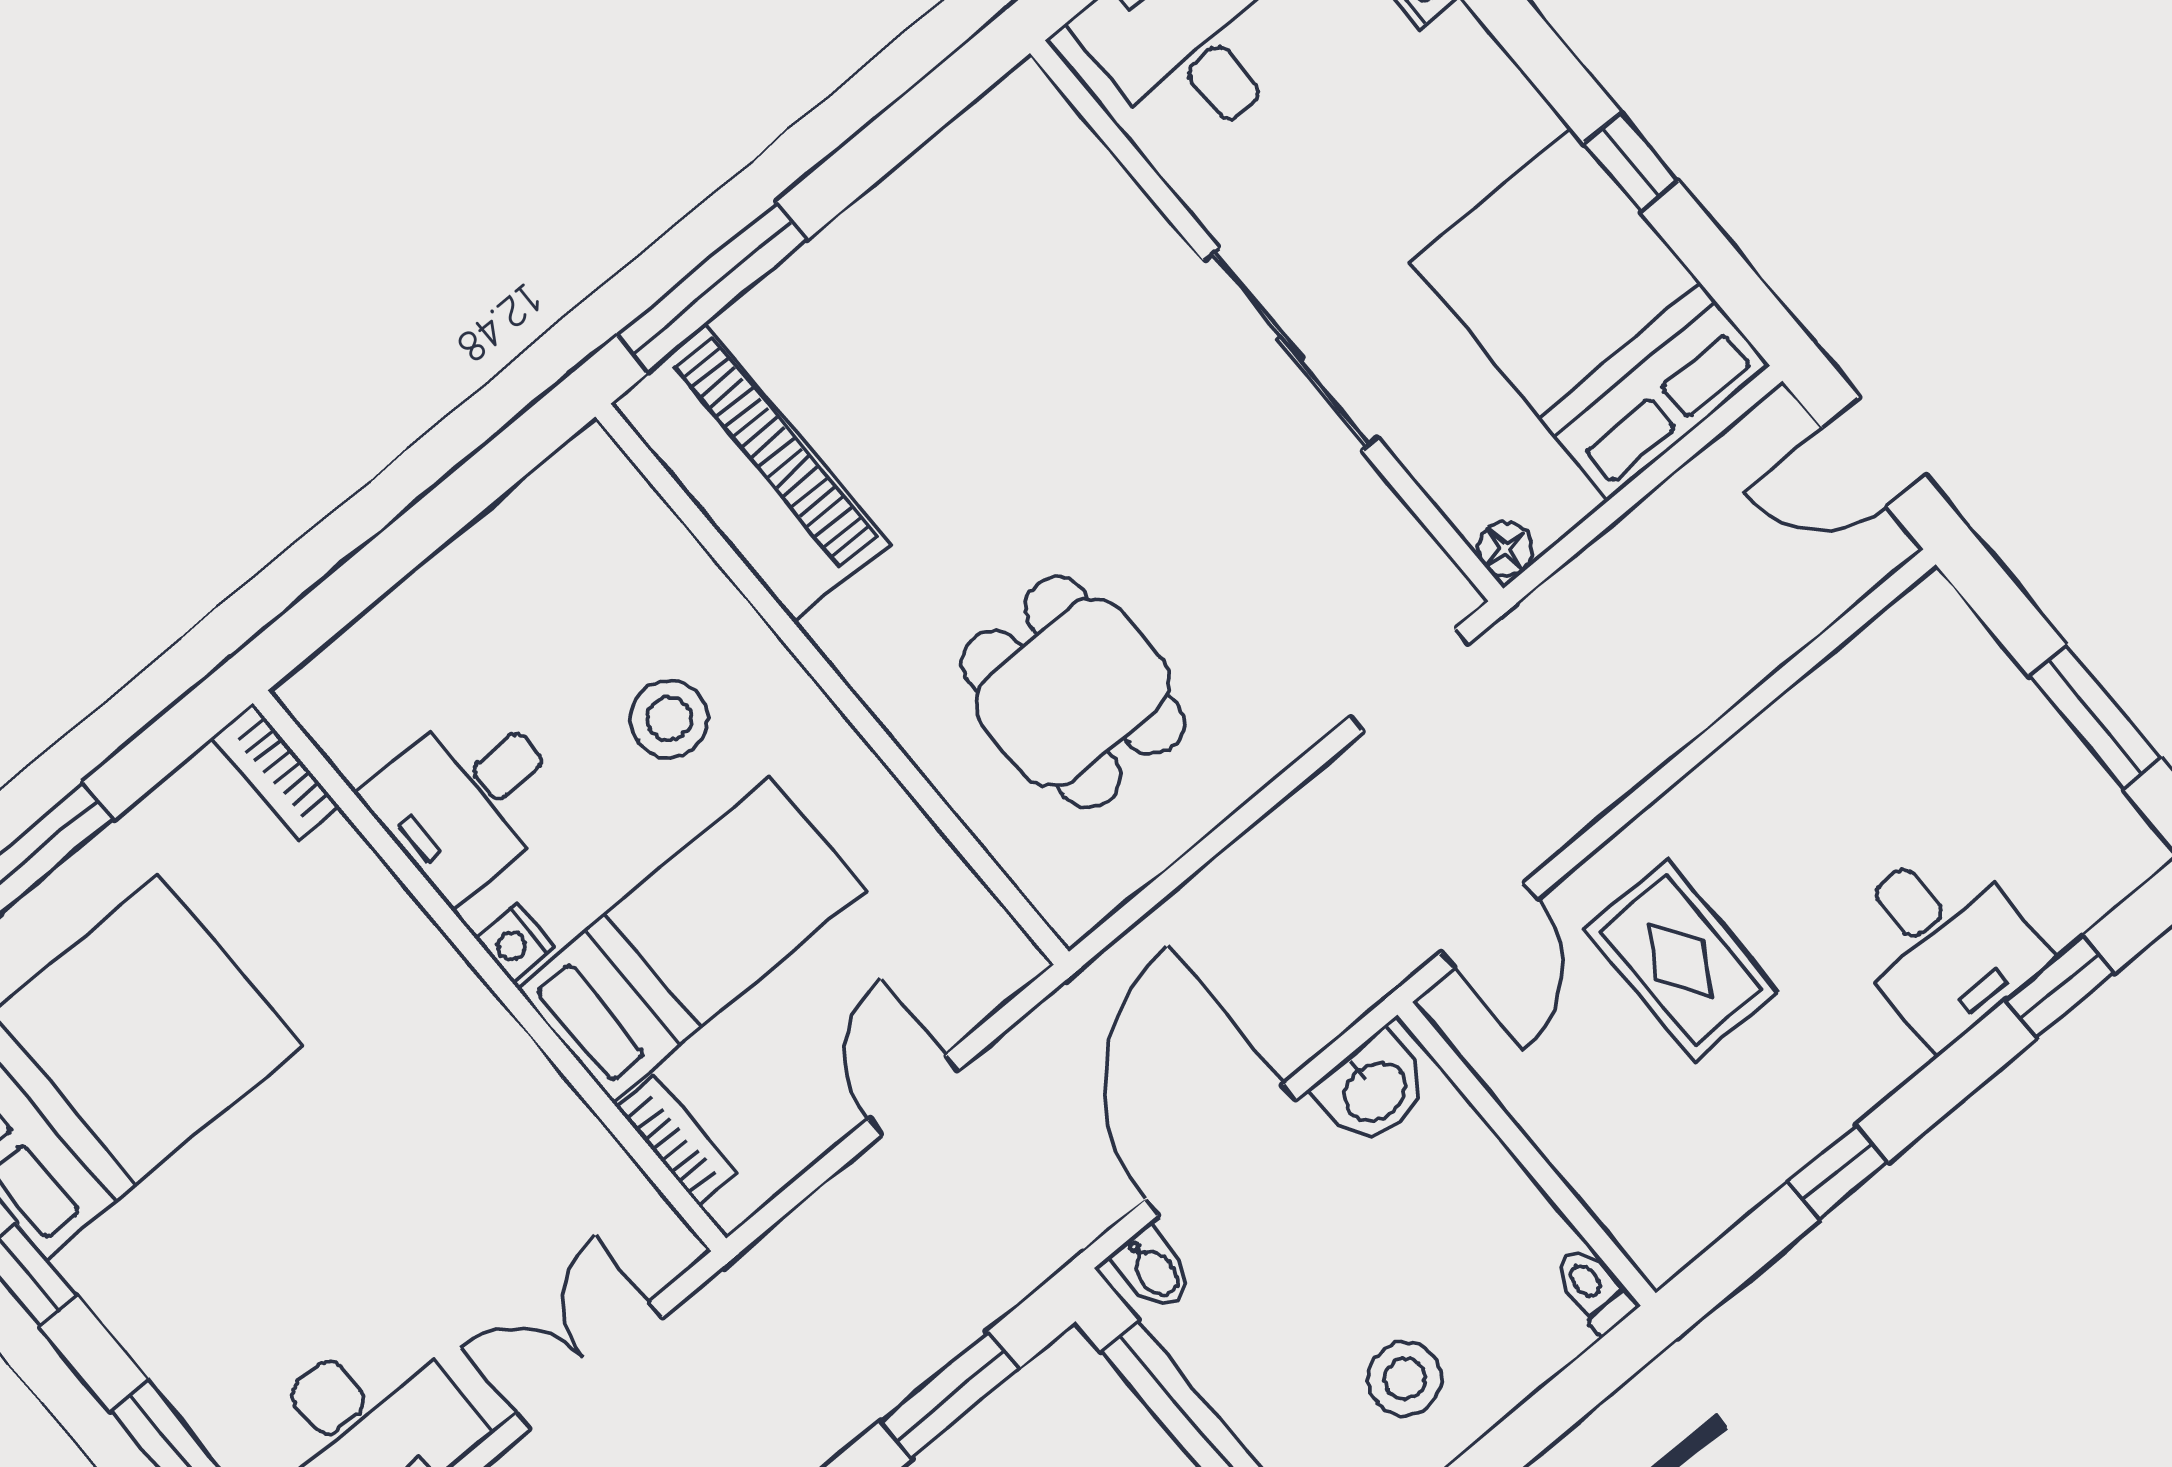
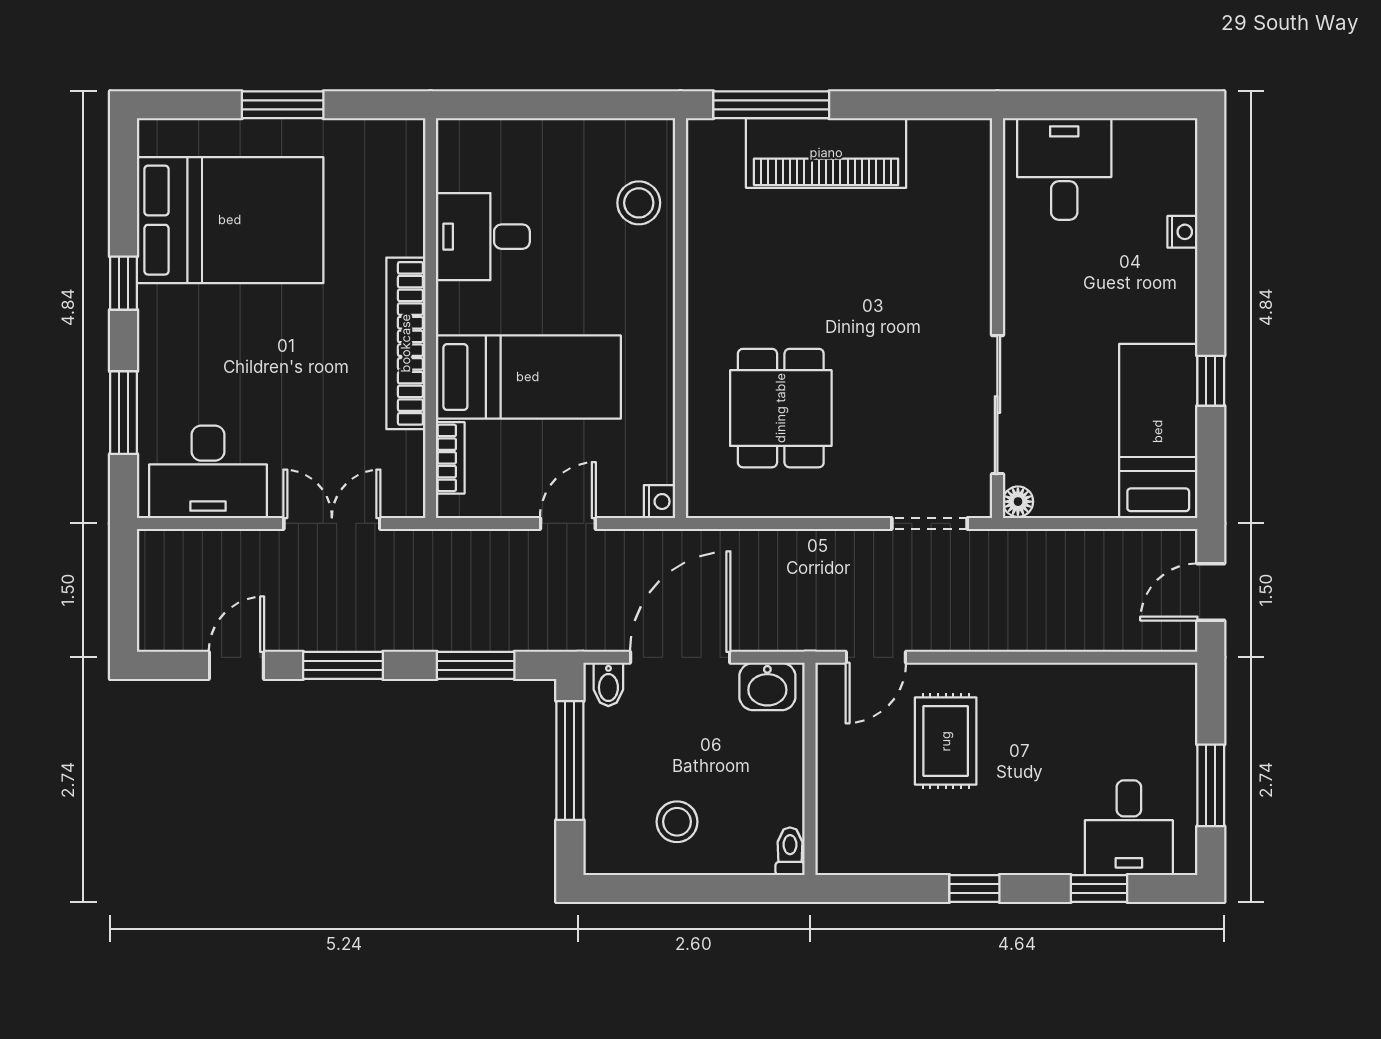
bed: (1590, 314) -> (1158, 431), width x0.67
sliding door: (1290, 349) -> (997, 405), moved
door: (1873, 452) -> (1211, 592), hinge flipped
piano: (750, 474) -> (826, 153), moved, turned 90
stool: (669, 719) -> (639, 203), moved
bookcase: (277, 772) -> (406, 343), moved, width x2.31, depth x1.31
nightstand: (515, 943) -> (660, 502), moved, turned 180
desk: (1942, 943) -> (1129, 828), moved
window: (1838, 1172) -> (974, 889), moved

